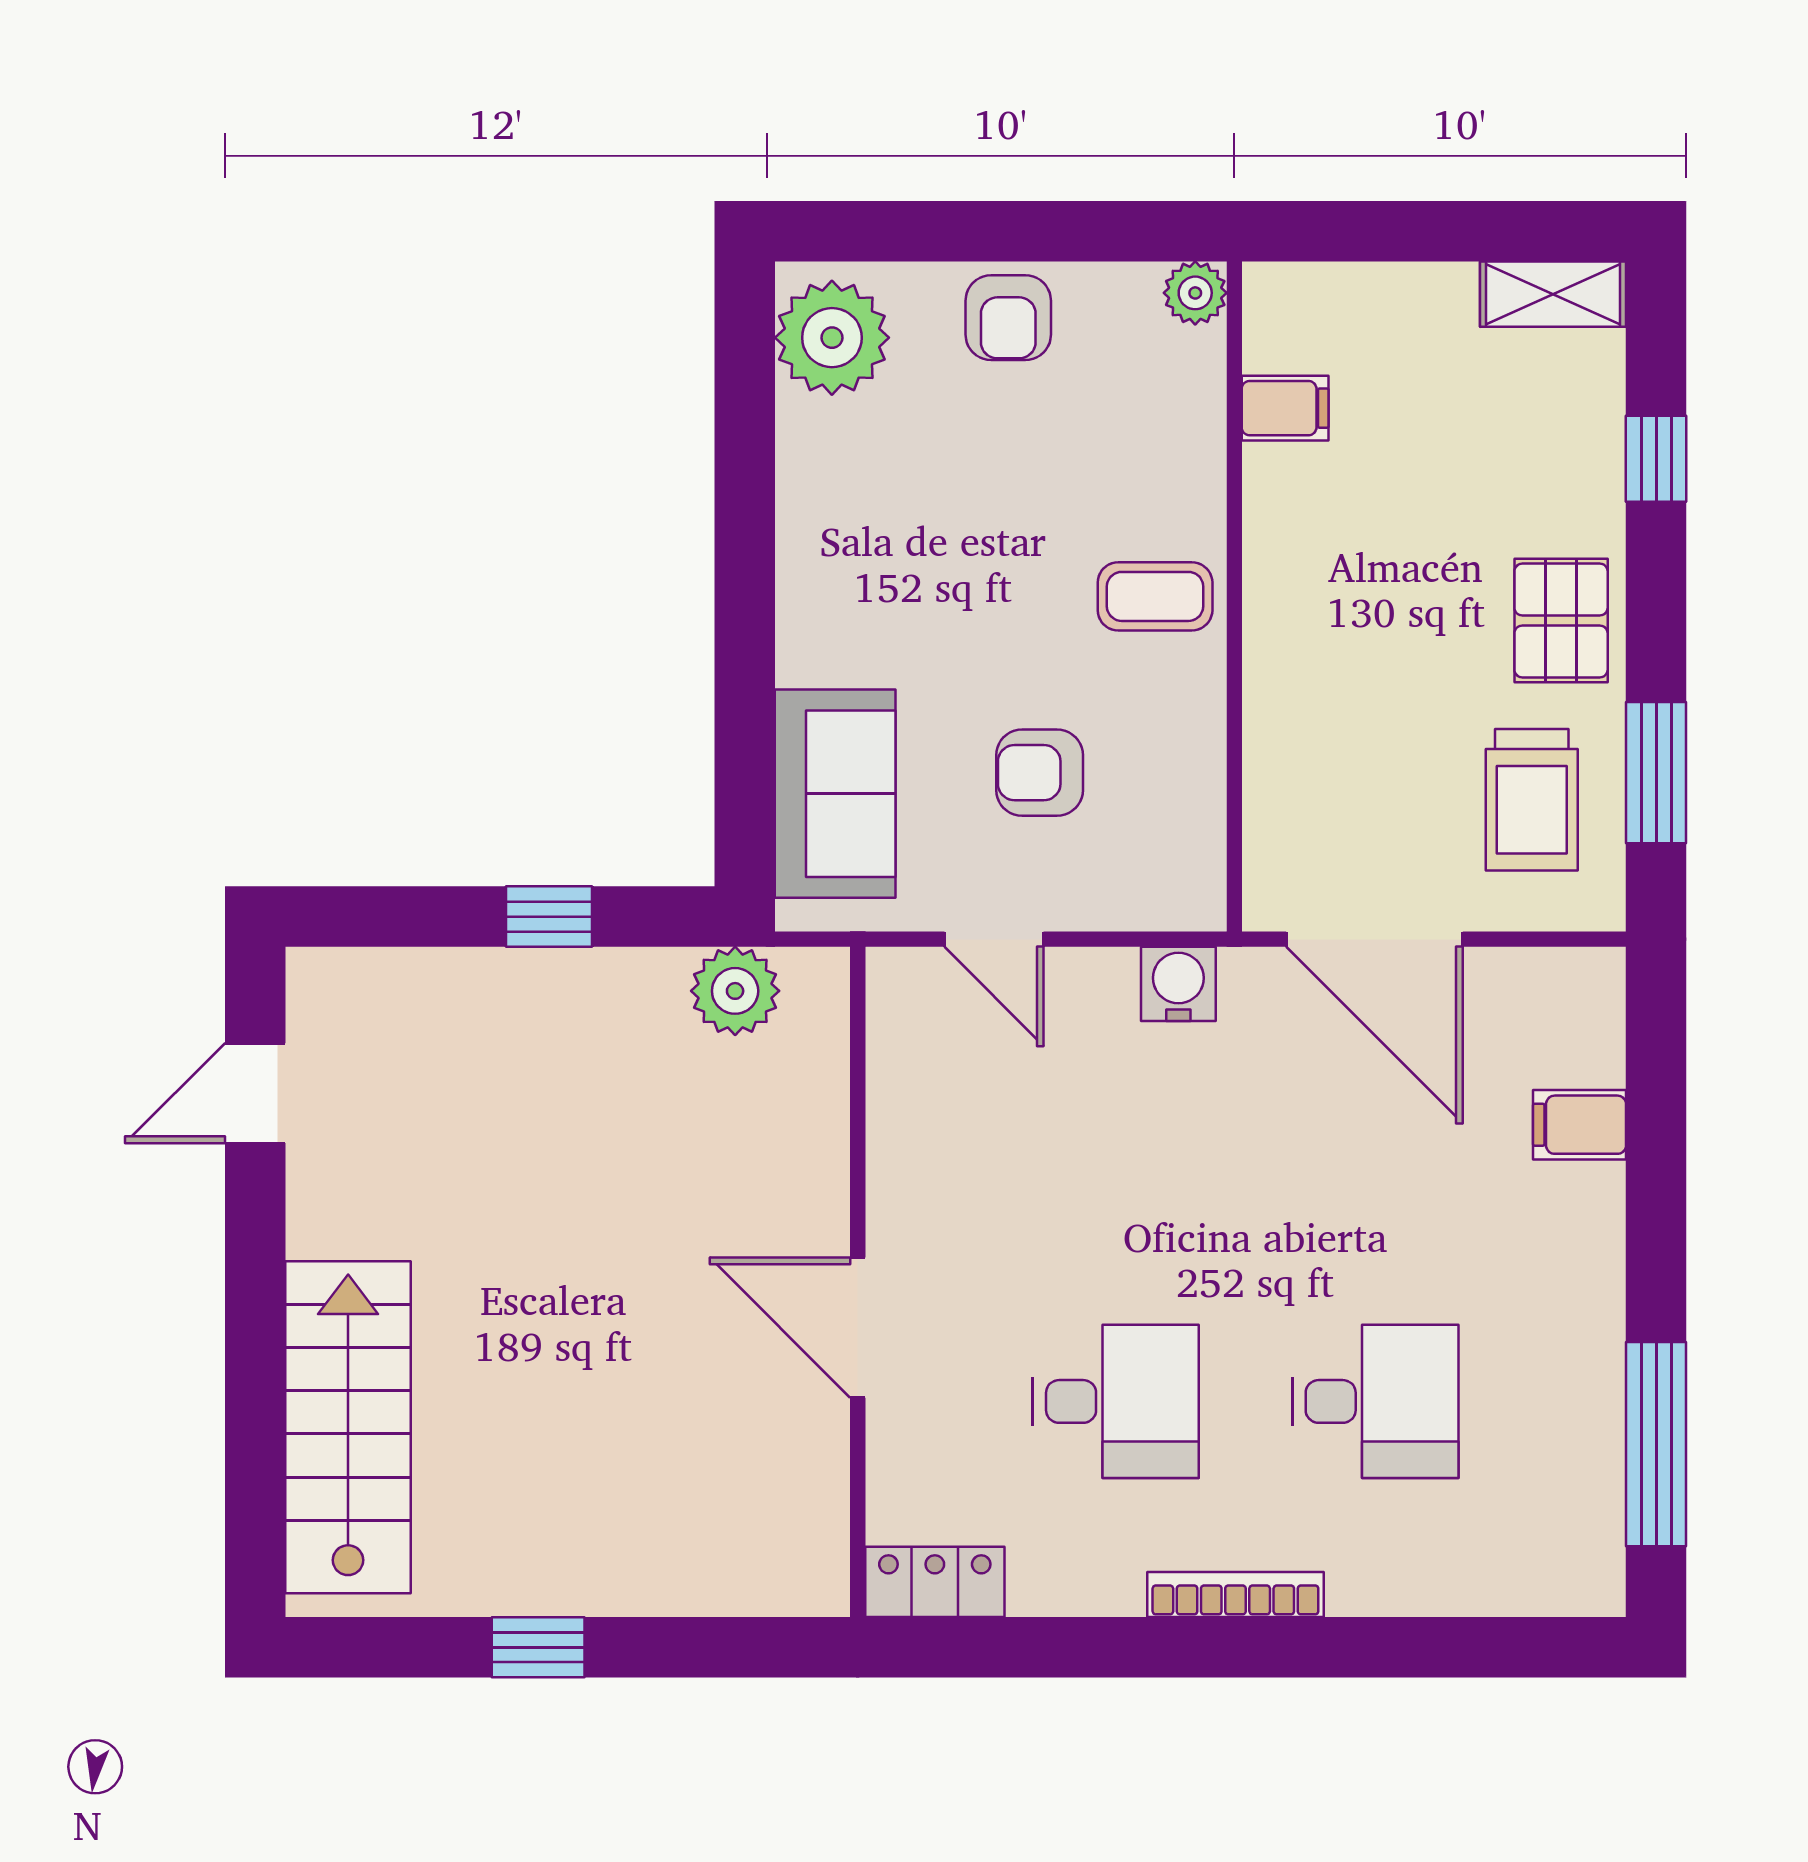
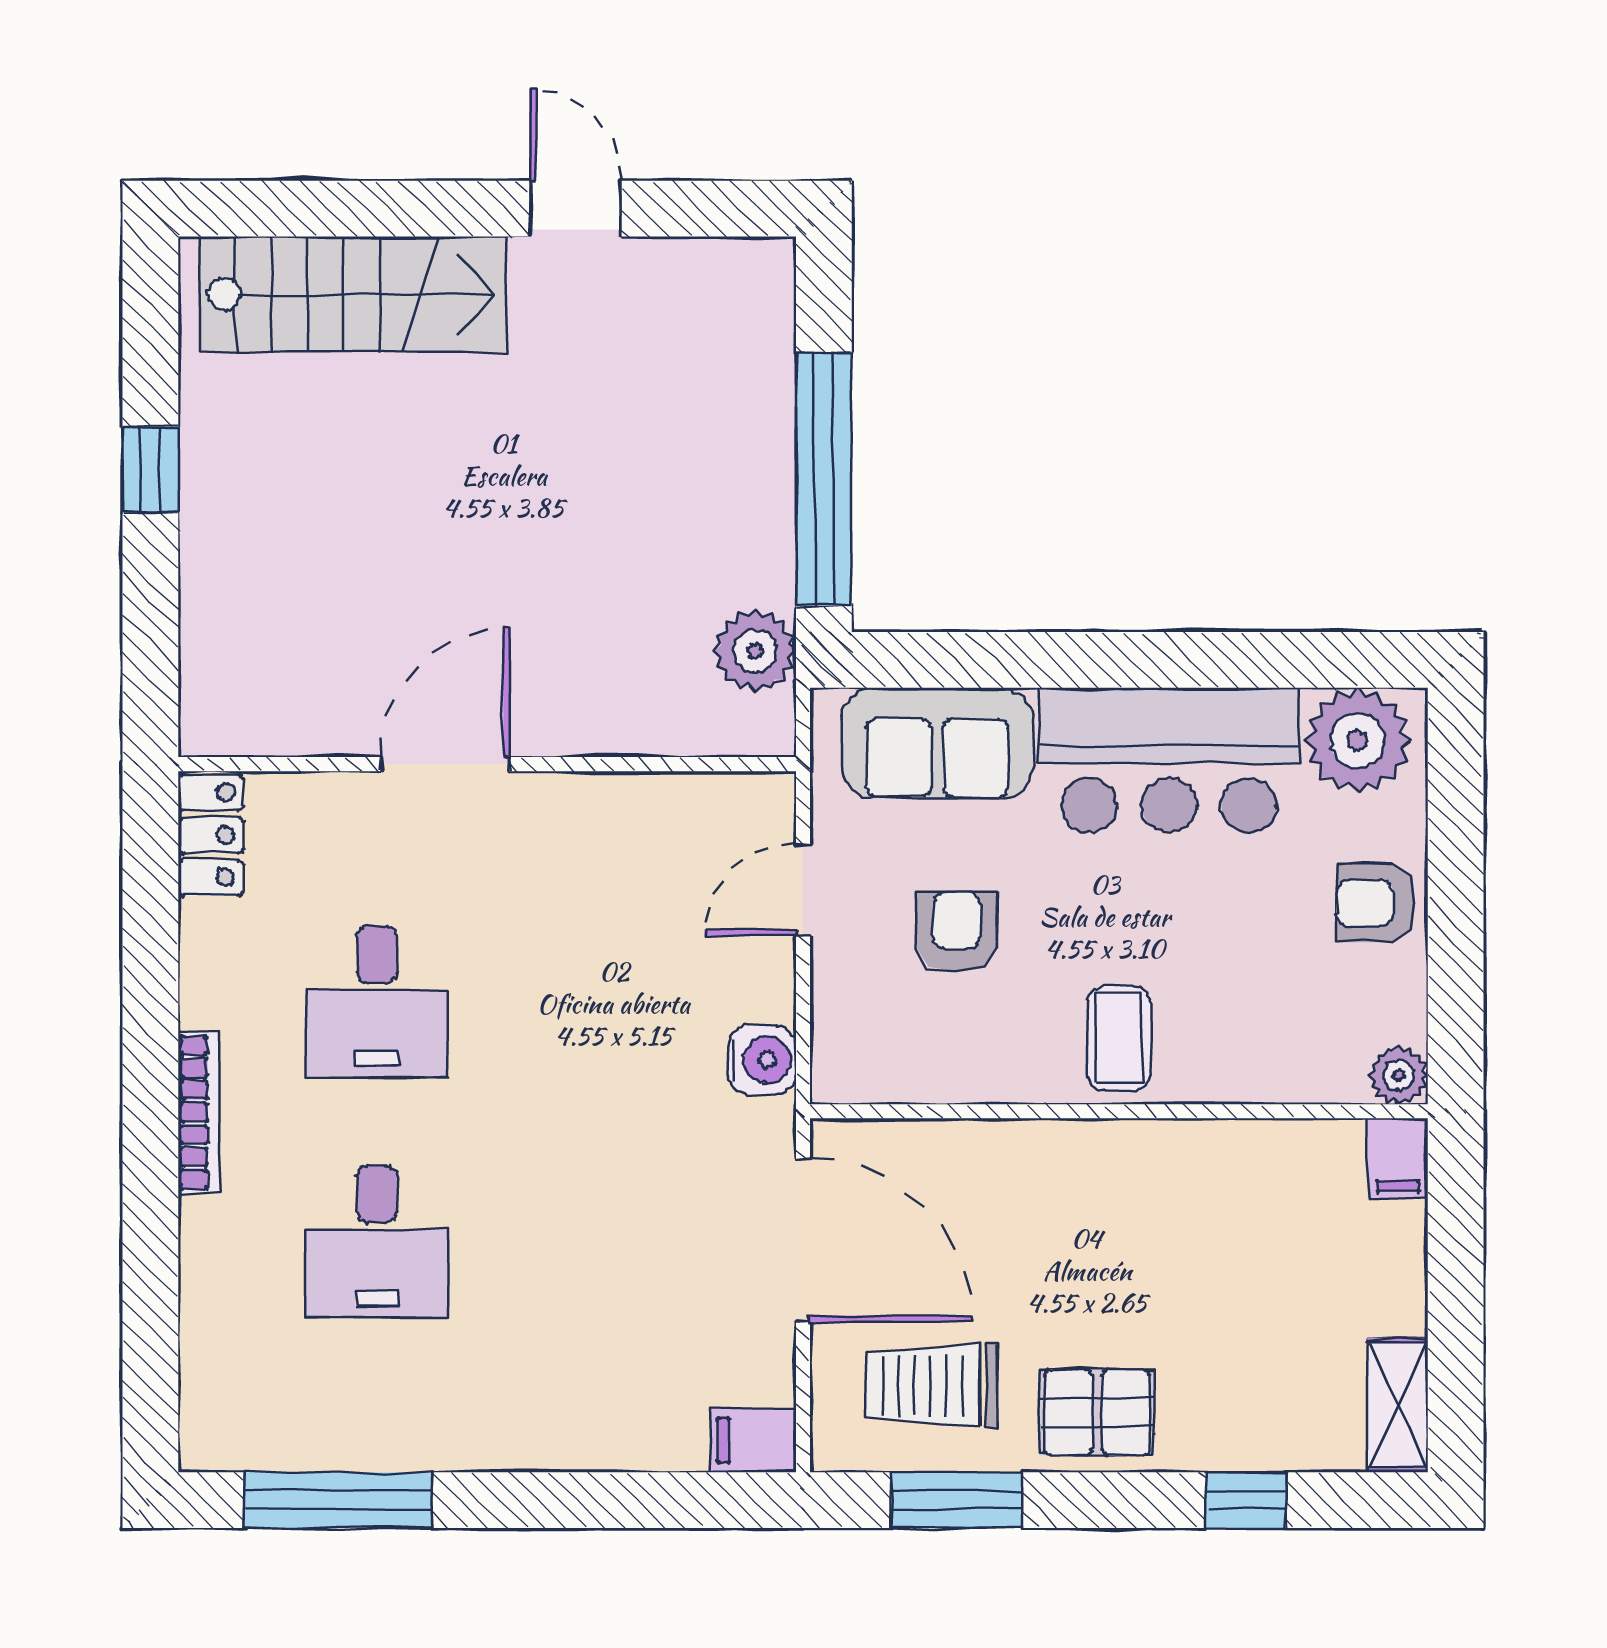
filing cabinet: (1285, 408) -> (1398, 1158), moved
bar counter: (853, 542) -> (1169, 760), added
window: (549, 917) -> (824, 480), width x3.17
door: (1374, 939) -> (803, 1240), swing flipped
door: (255, 1093) -> (575, 209), moved
filing cabinet: (1580, 1125) -> (753, 1440), moved, turned -90

